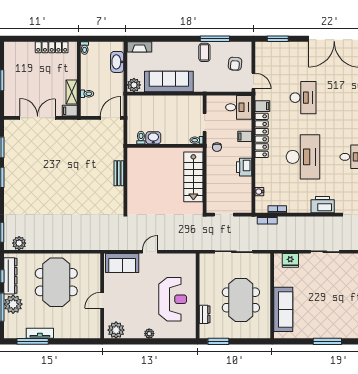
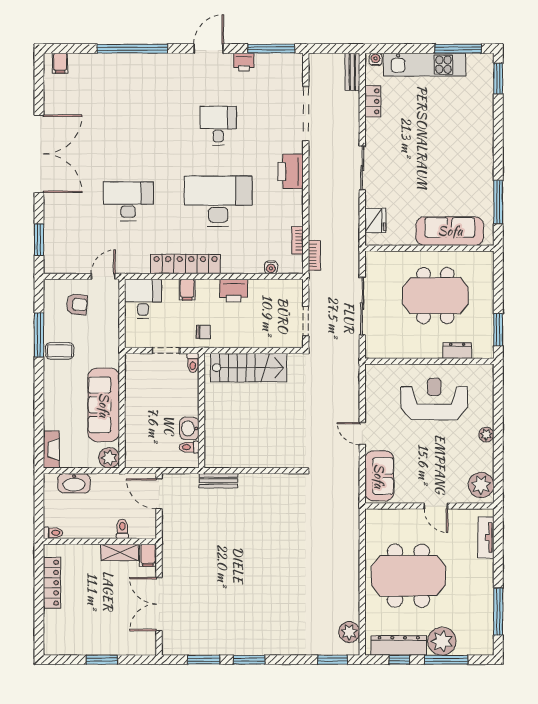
filing cabinet: (262, 106) -> (141, 263), removed
bench: (119, 173) -> (218, 481), moved
tv unit: (40, 333) -> (486, 538), moved
window: (327, 341) -> (498, 202), moved

